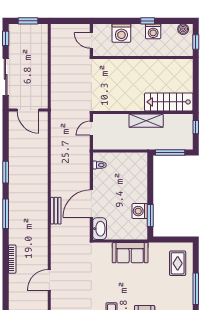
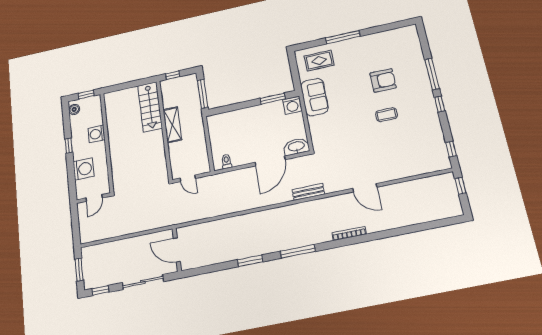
washing machine: (153, 31) -> (97, 134), moved, turned 180
door: (28, 110) -> (177, 250), swing flipped
door: (91, 203) -> (270, 161), hinge flipped
bench: (56, 211) -> (308, 192), moved
washing machine: (140, 211) -> (292, 105), moved
sofa: (130, 253) -> (314, 97), moved

